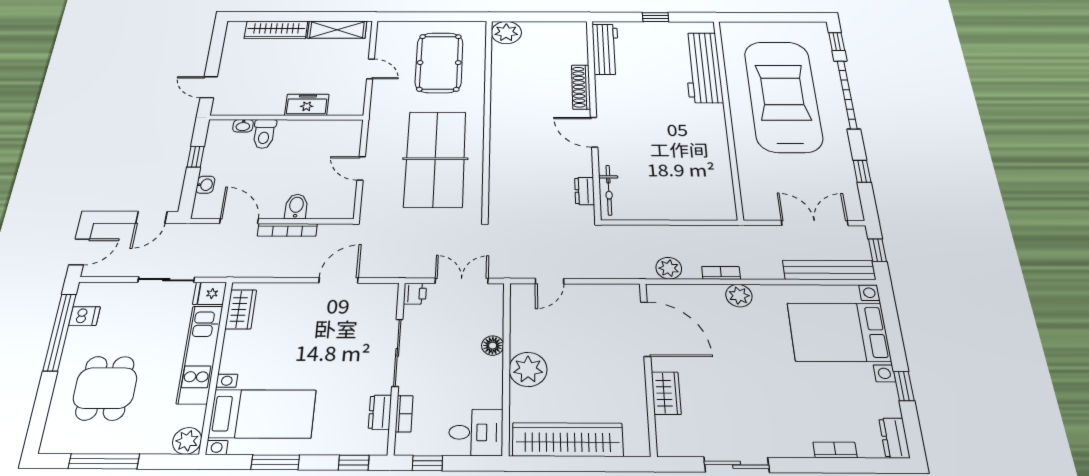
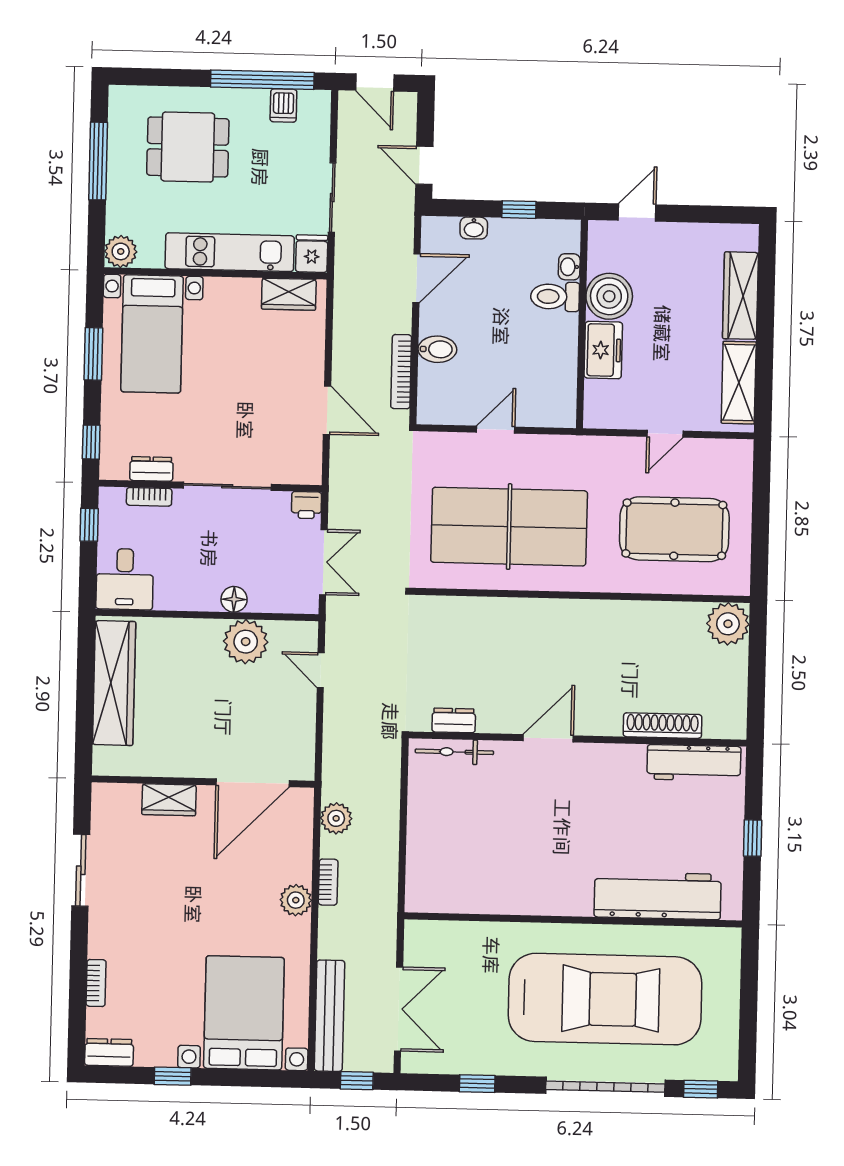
shoe rack: (581, 87) -> (662, 726), moved
boiler: (268, 102) -> (609, 296), added
bookcase: (287, 230) -> (401, 372), moved
plant: (528, 369) -> (246, 642), moved

